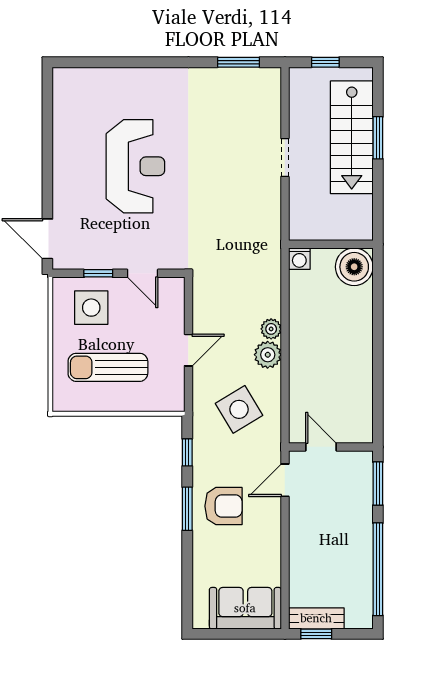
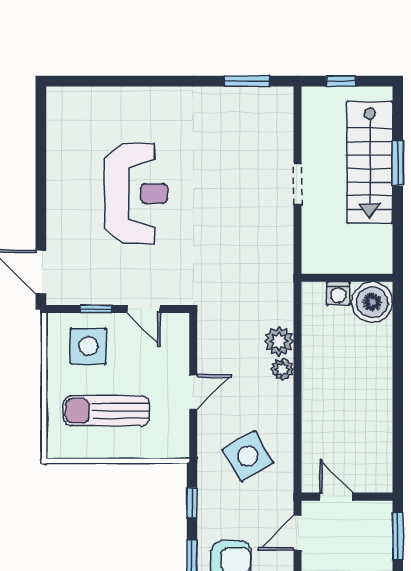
washing machine: (299, 259) -> (338, 293), moved
plant: (268, 355) -> (279, 341), moved

